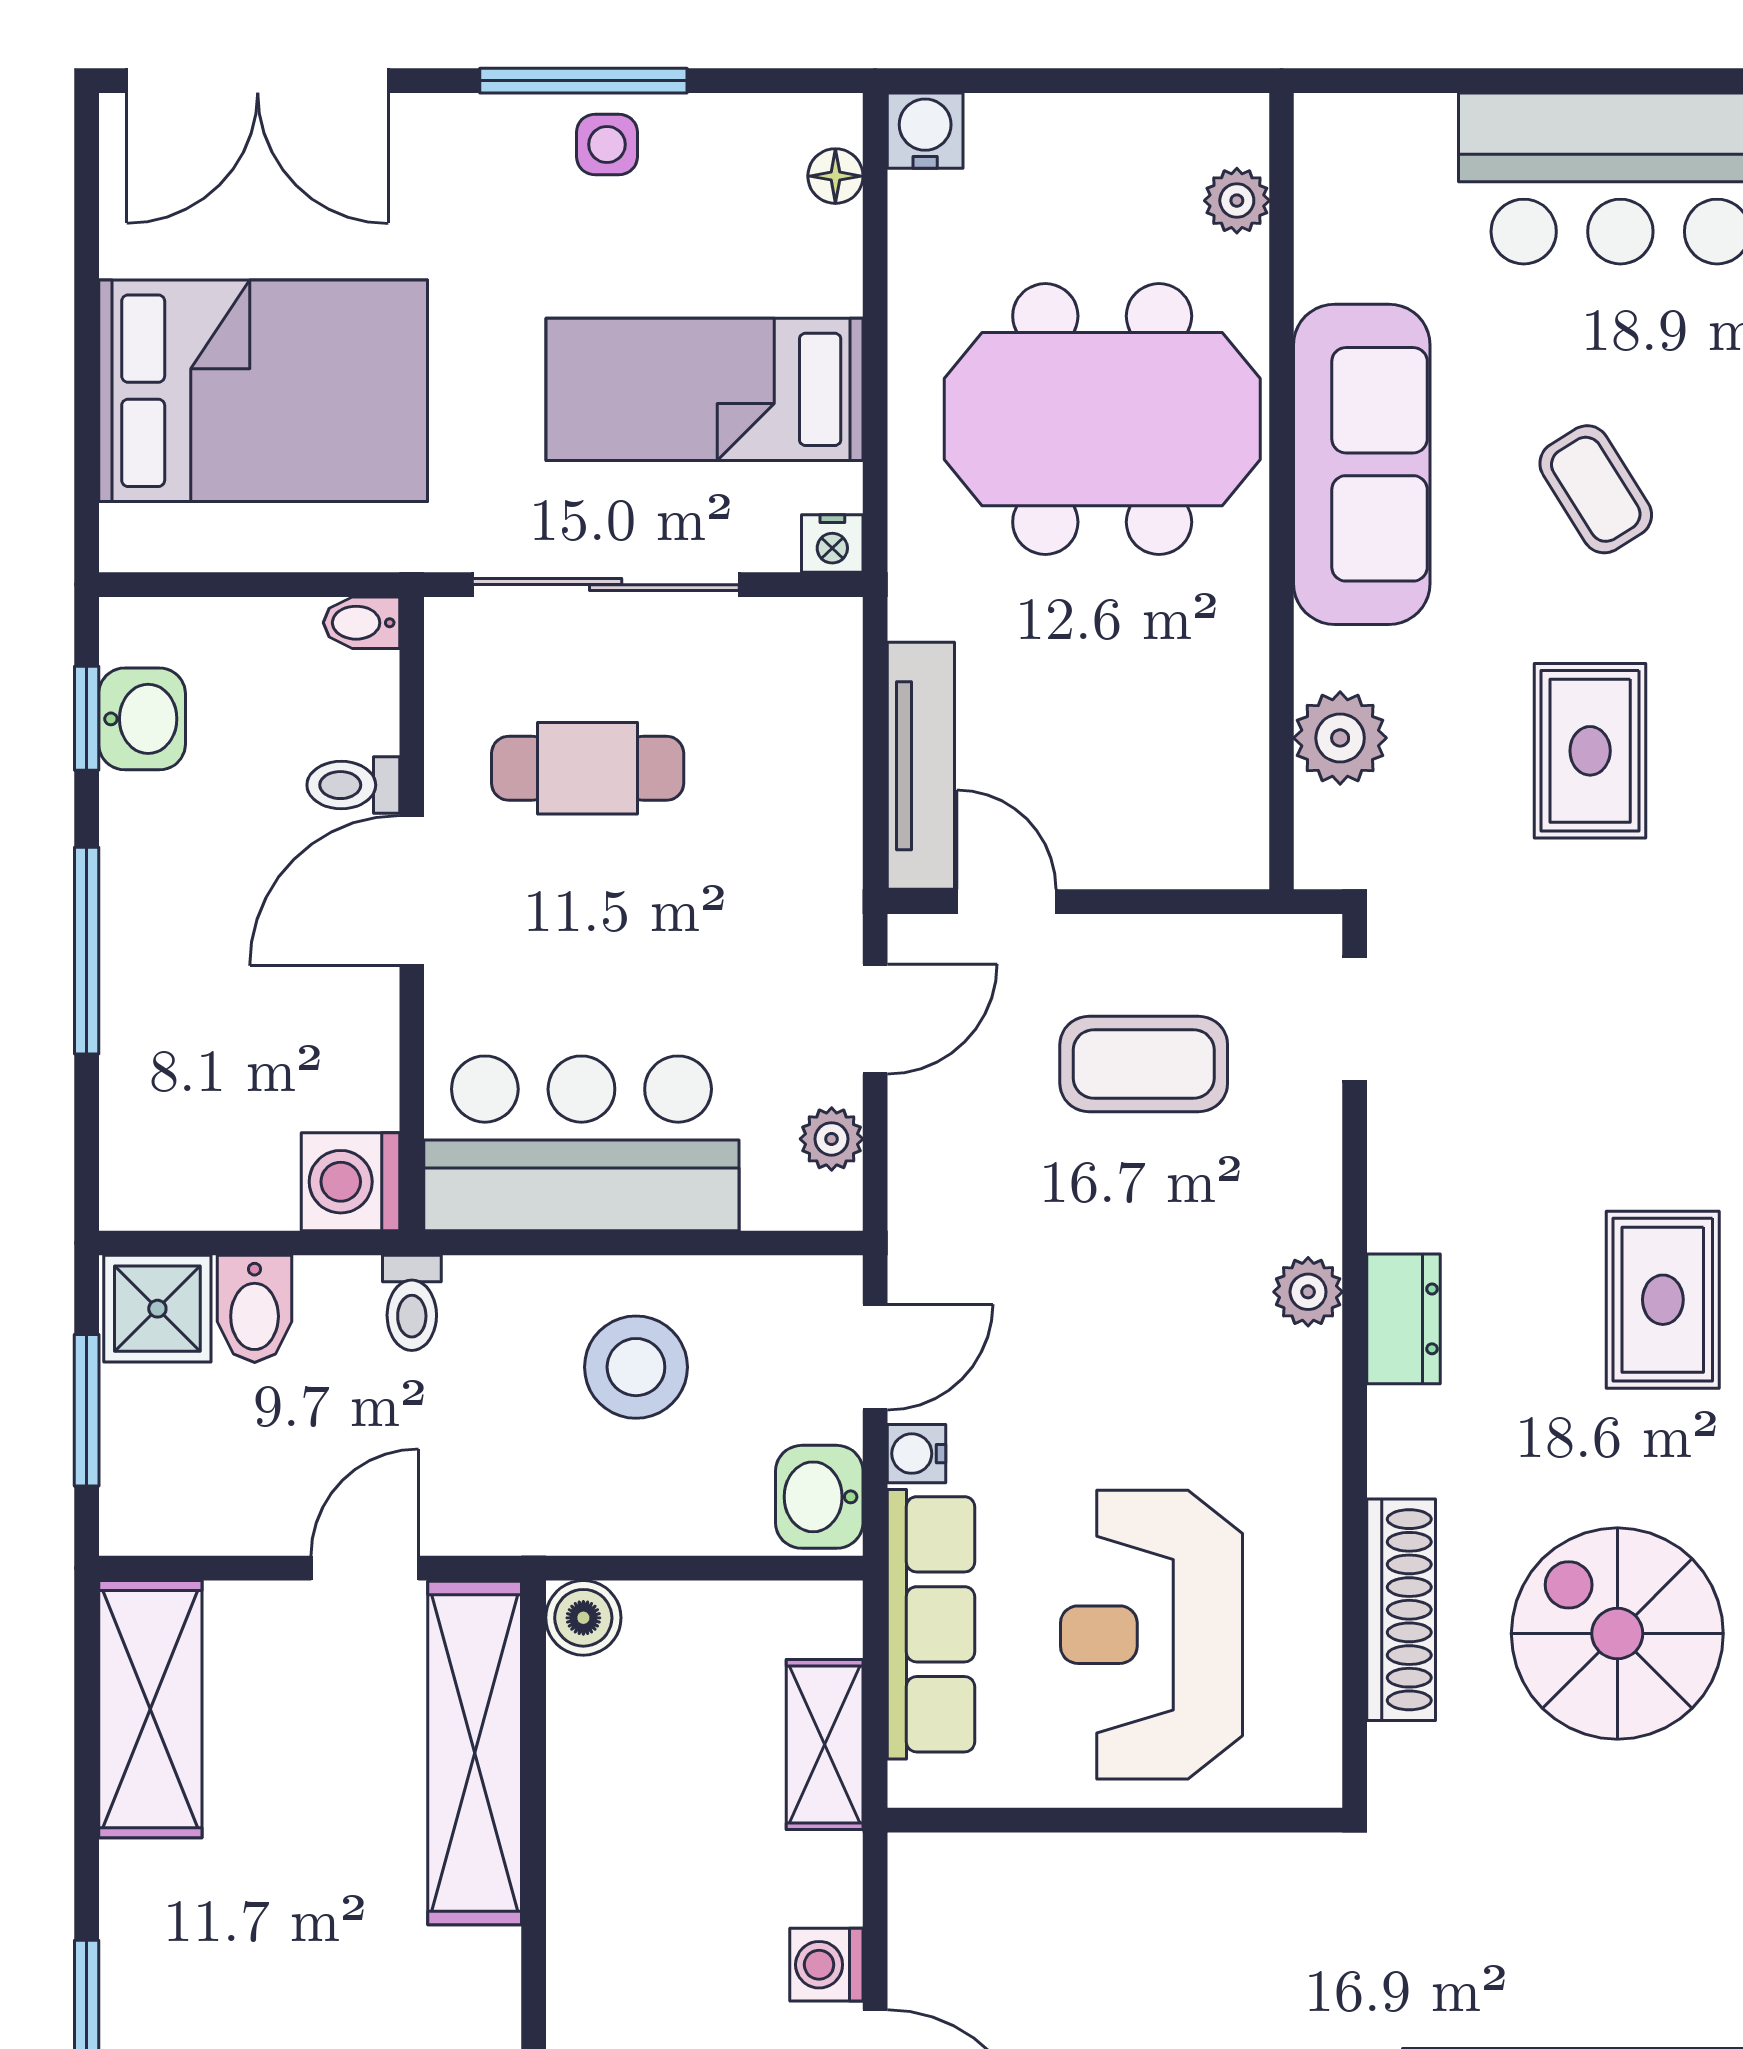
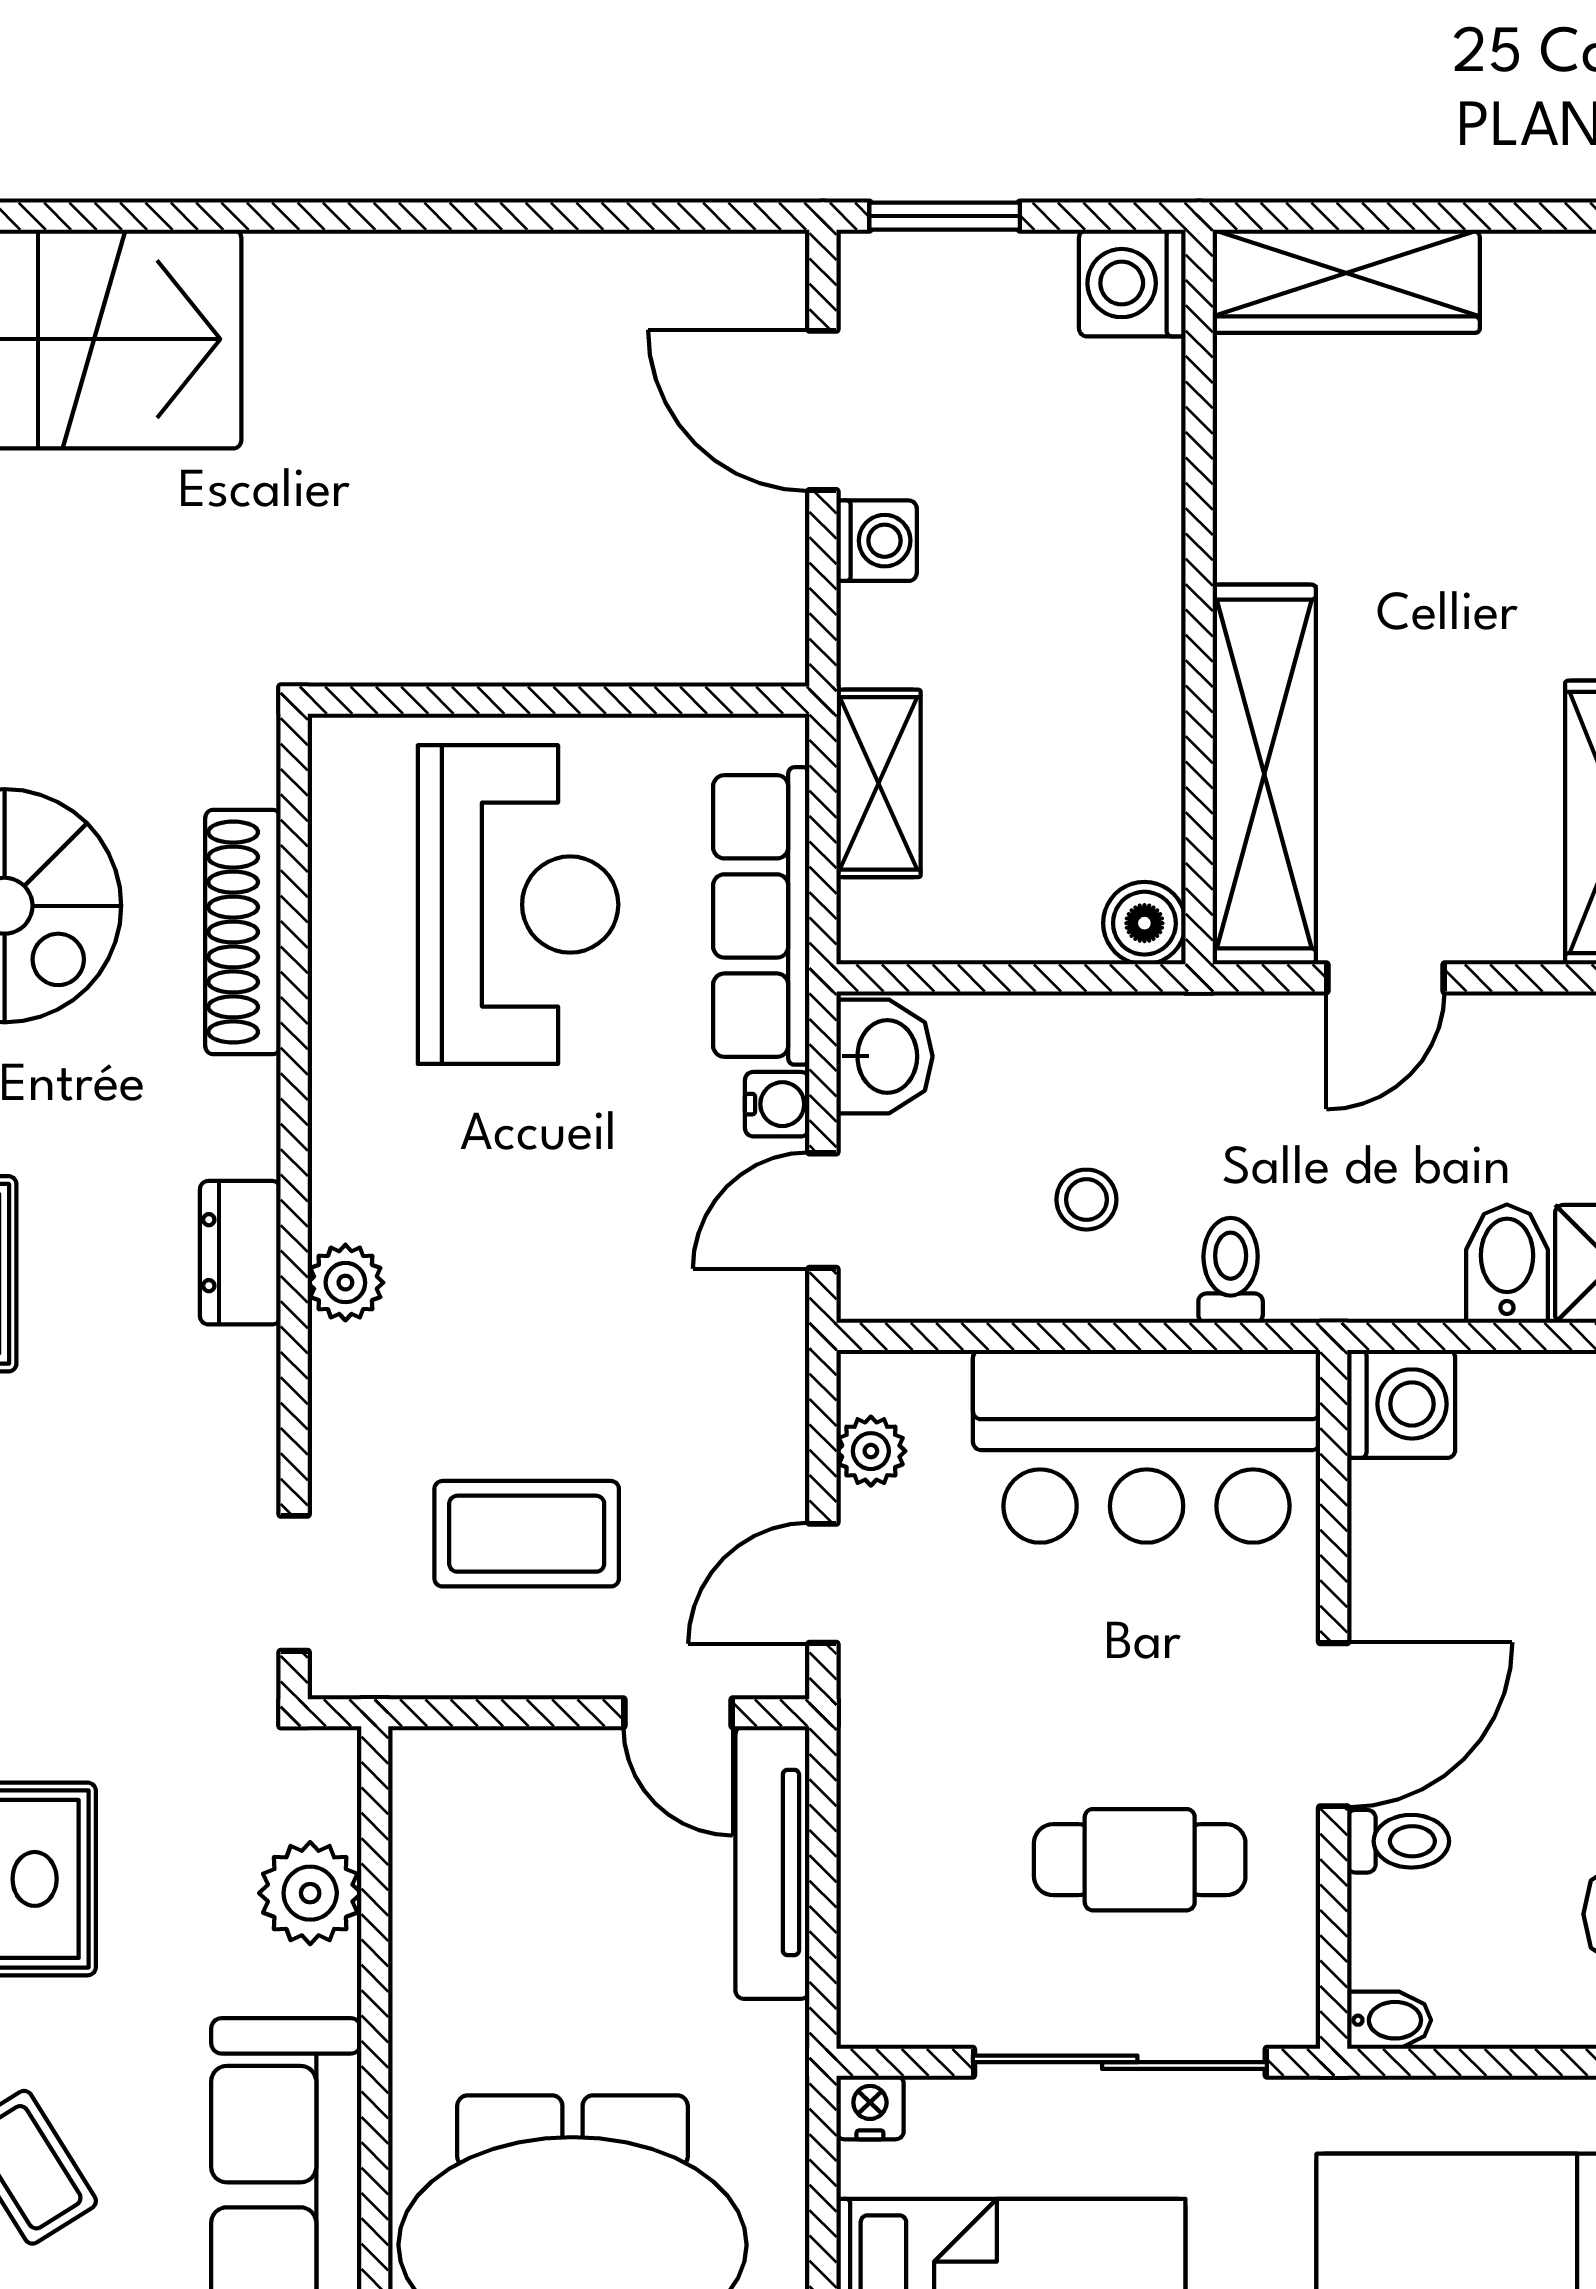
toilet: (412, 1303) -> (1231, 1270), moved
stool: (636, 1367) -> (1086, 1200), width x0.53, depth x0.53

